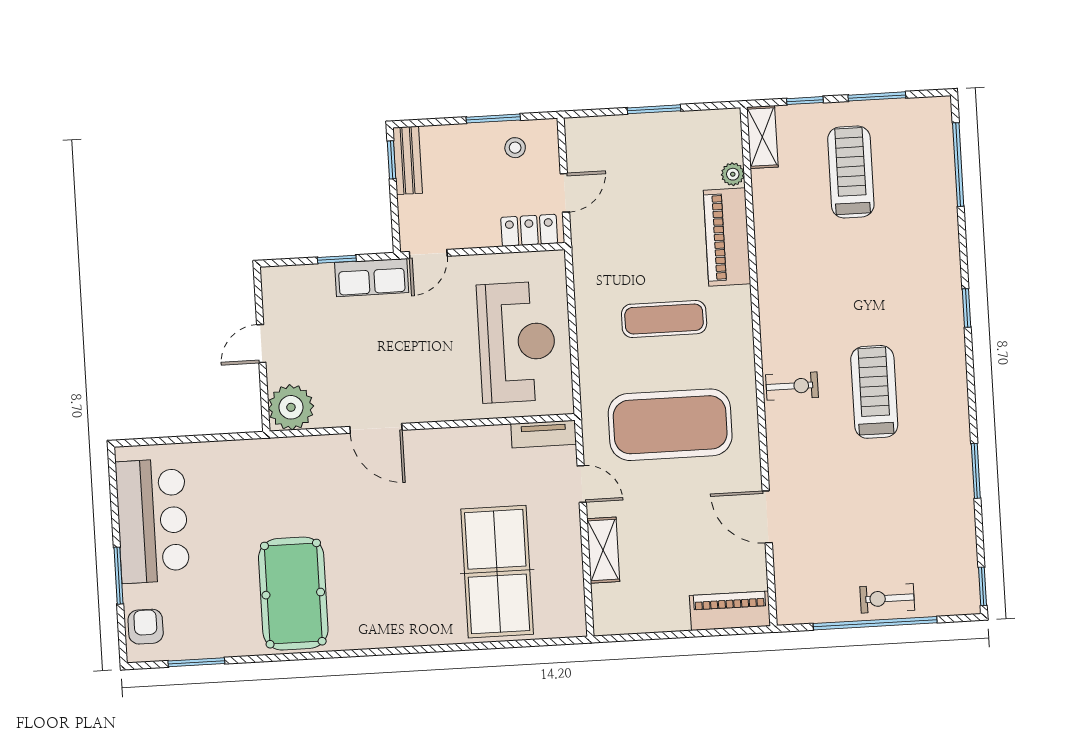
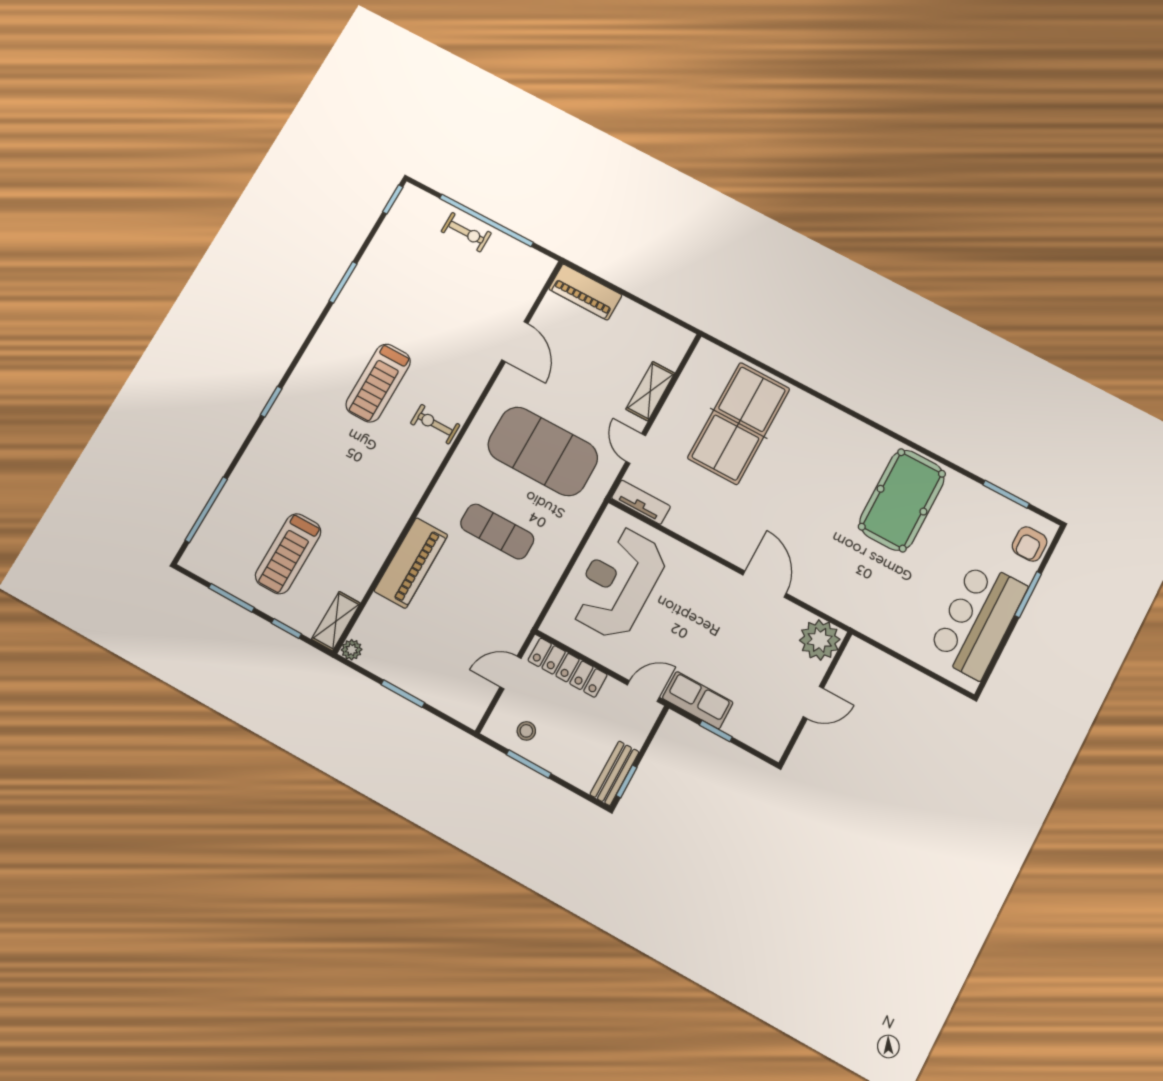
plant: (733, 174) -> (352, 650), moved
locker: (529, 230) -> (568, 668), width x1.53

